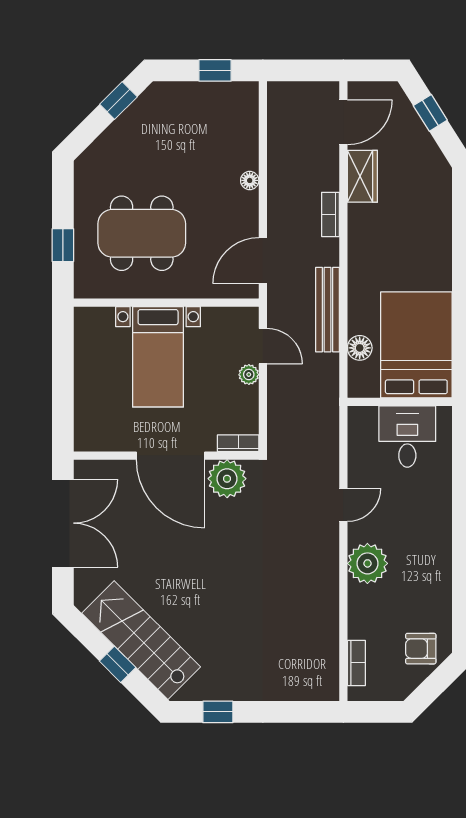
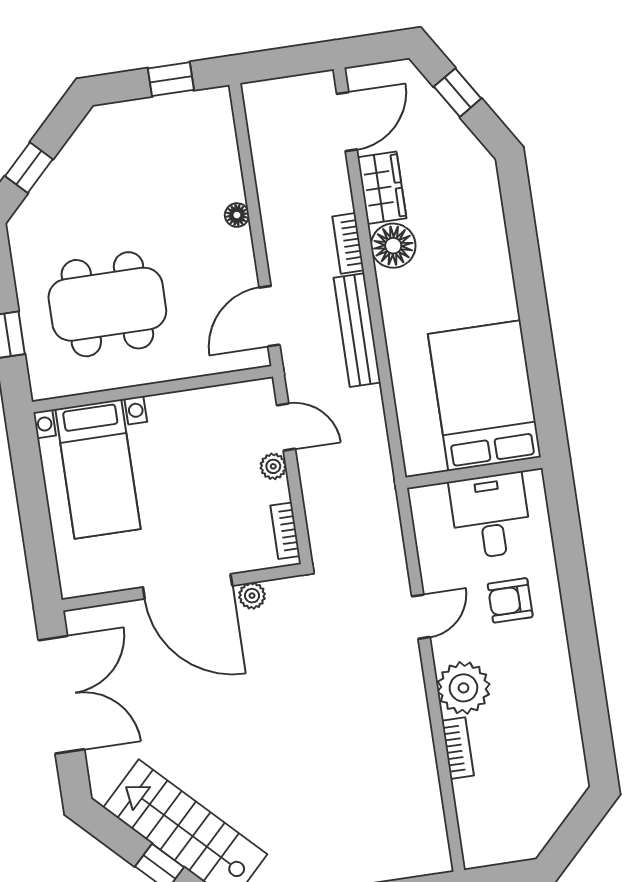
window: (118, 101) -> (29, 168), moved
bench: (327, 310) -> (357, 330), moved
floor lamp: (360, 348) -> (393, 246), moved, width x1.38, depth x1.38
bed with nightstands: (158, 357) -> (98, 469), moved
bookcase: (238, 443) -> (285, 531), moved, turned -90
plant: (227, 479) -> (252, 596), width x0.53, depth x0.53
armchair: (421, 649) -> (510, 600), moved
bookcase: (356, 663) -> (458, 748), moved

